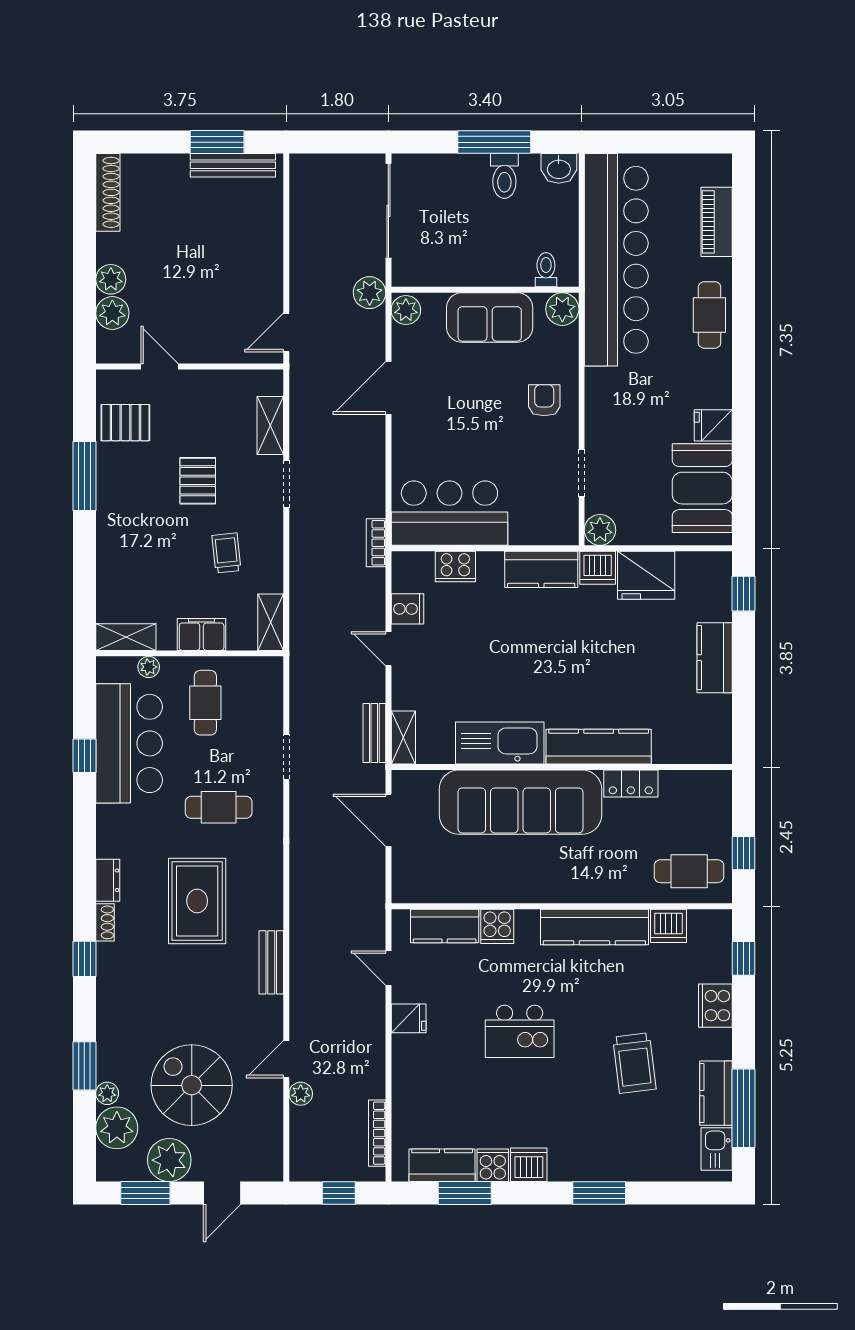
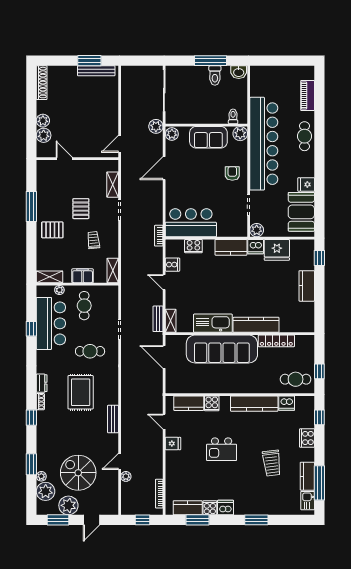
bar counter: (616, 260) -> (264, 144), moved
pallet: (125, 423) -> (52, 230), moved
locker: (631, 783) -> (276, 341), width x1.53

